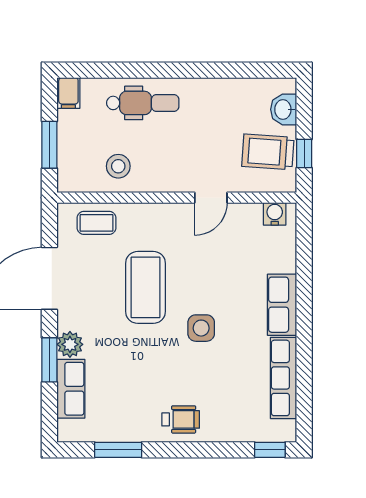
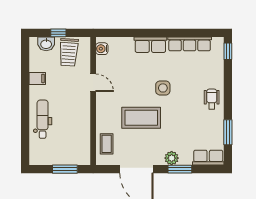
filing cabinet: (68, 93) -> (37, 78), moved
window: (304, 153) -> (58, 33), moved
stool: (118, 166) -> (76, 132), removed
row of seats: (71, 389) -> (208, 158), moved

